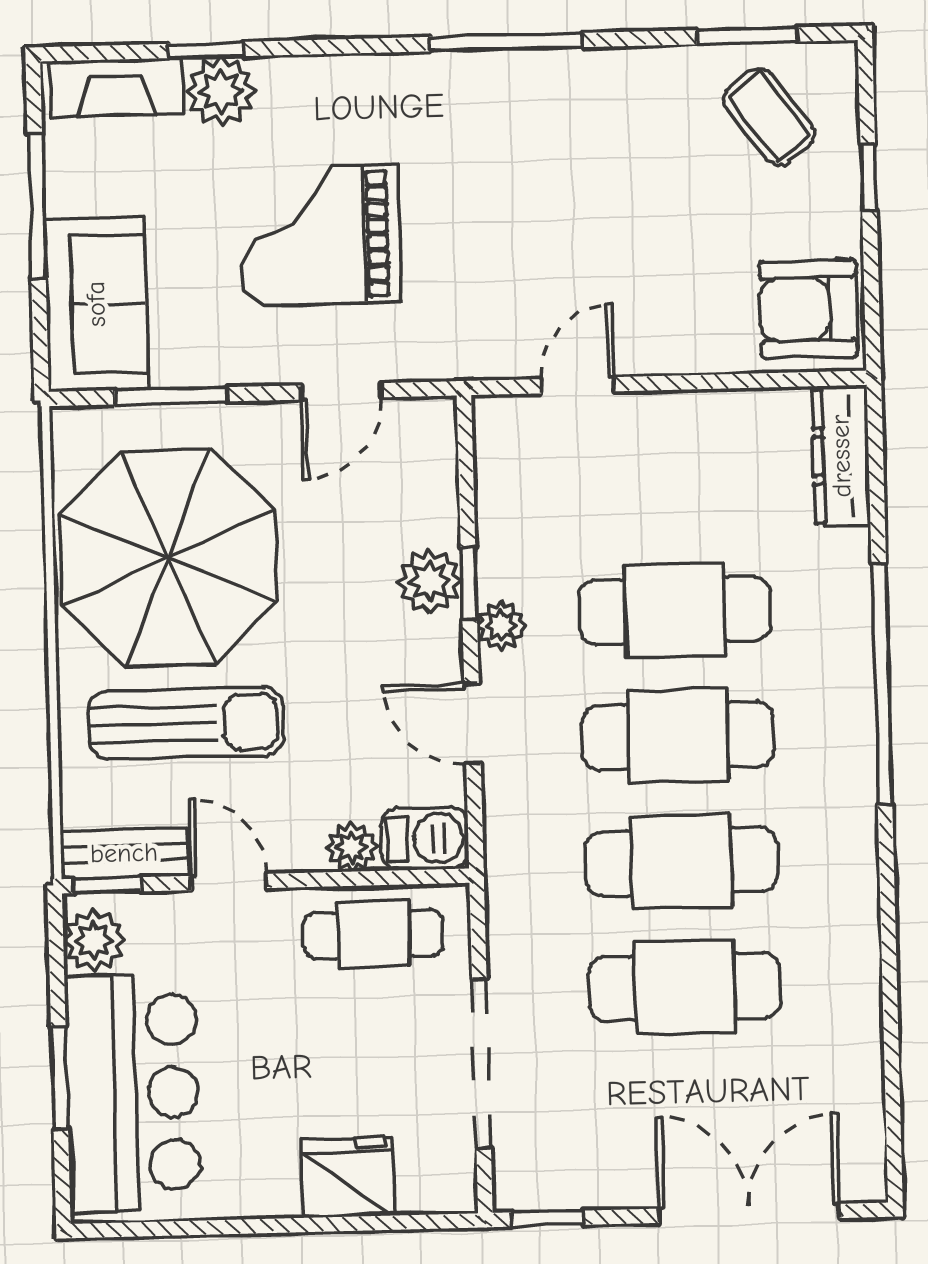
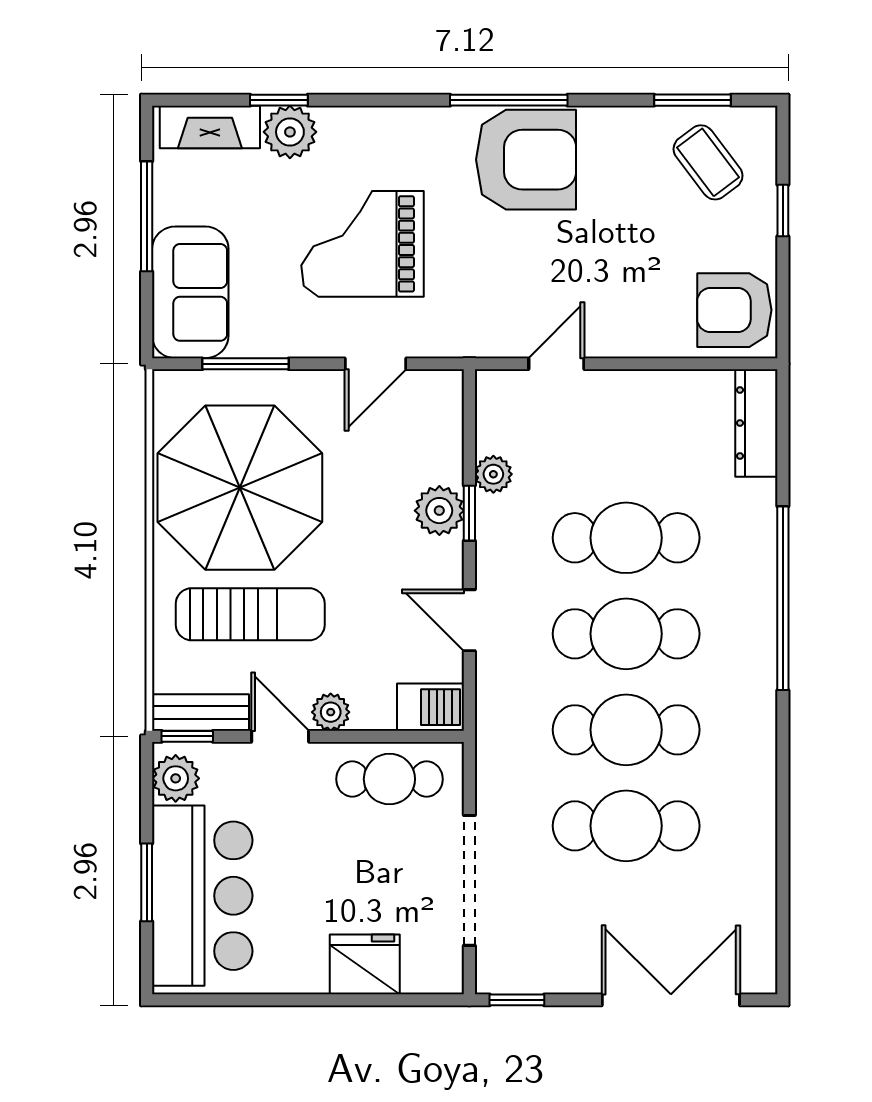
armchair: (531, 119) -> (526, 160), added
plant: (501, 626) -> (493, 474), moved
plant: (352, 847) -> (331, 712), moved

